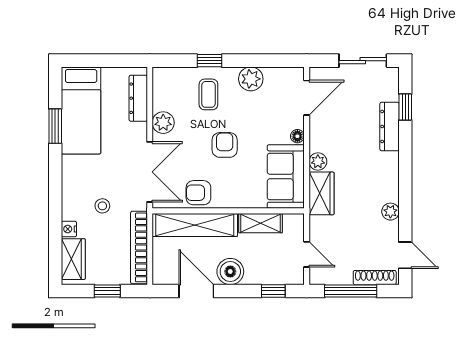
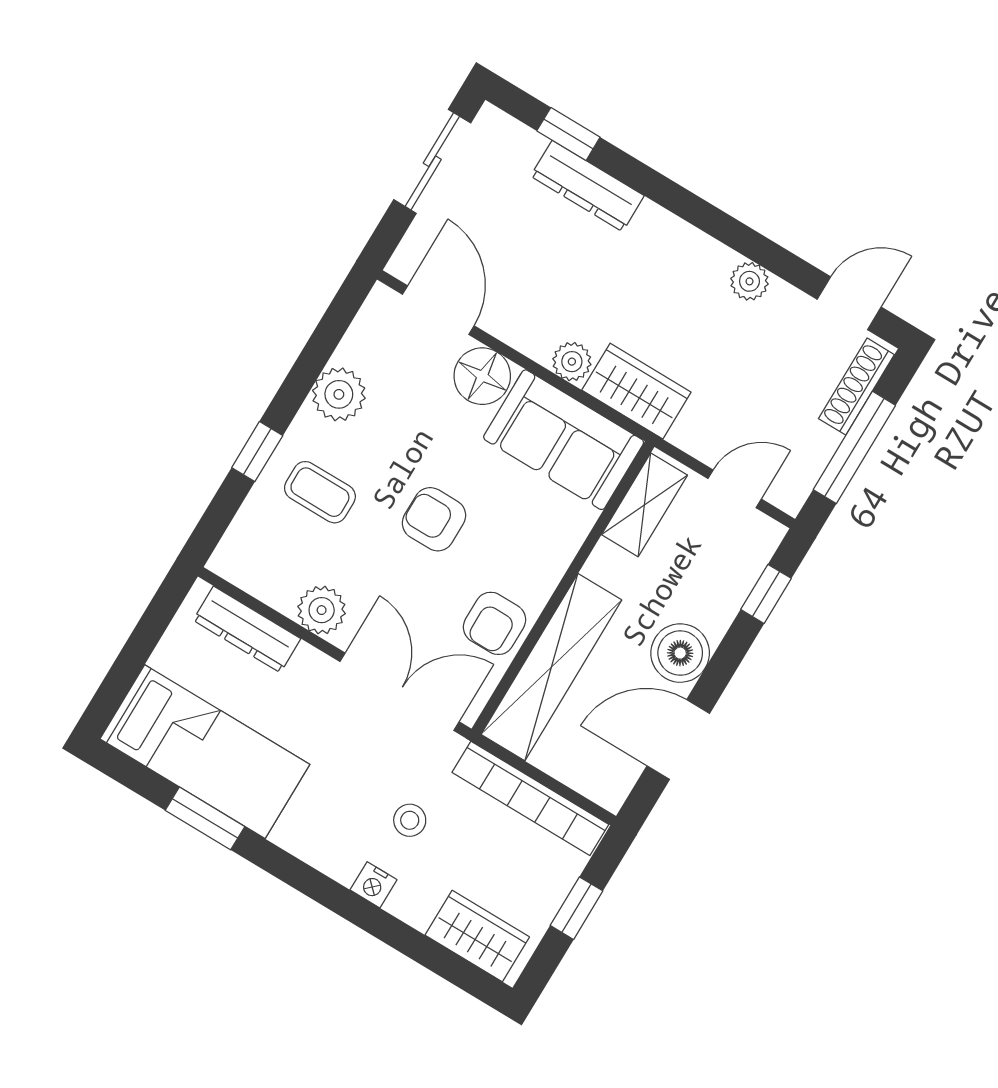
floor lamp: (297, 136) -> (482, 376), width x1.89, depth x1.89
shelving: (261, 223) -> (644, 505), moved
nightstand: (69, 229) -> (374, 885), moved

